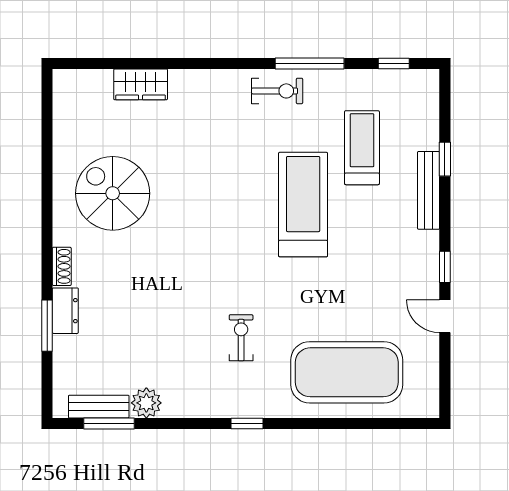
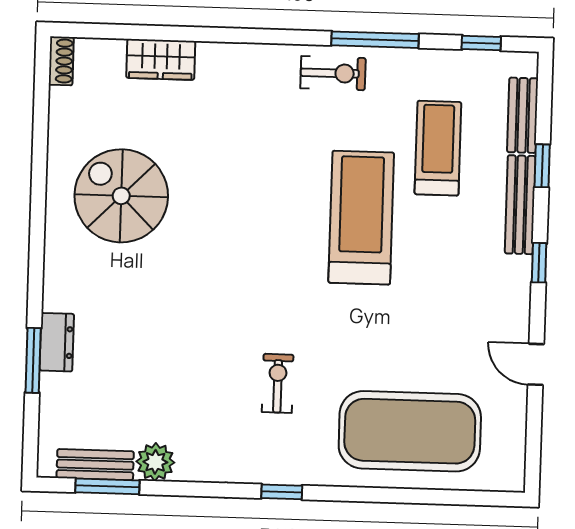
bench: (428, 120) -> (523, 115), added
shoe rack: (62, 266) -> (61, 61), moved
window: (445, 267) -> (539, 263), moved

